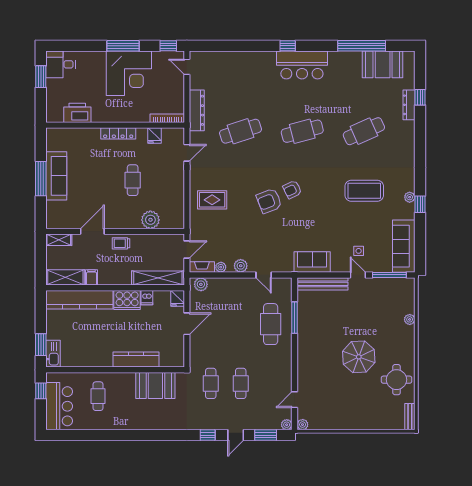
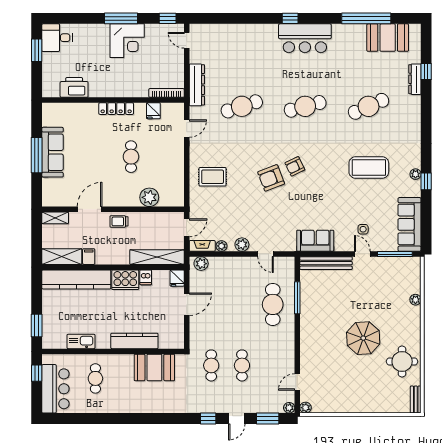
corner desk: (129, 73) -> (127, 41), width x0.74, depth x0.74
kitchen sink: (53, 354) -> (81, 341), moved, turned -90

